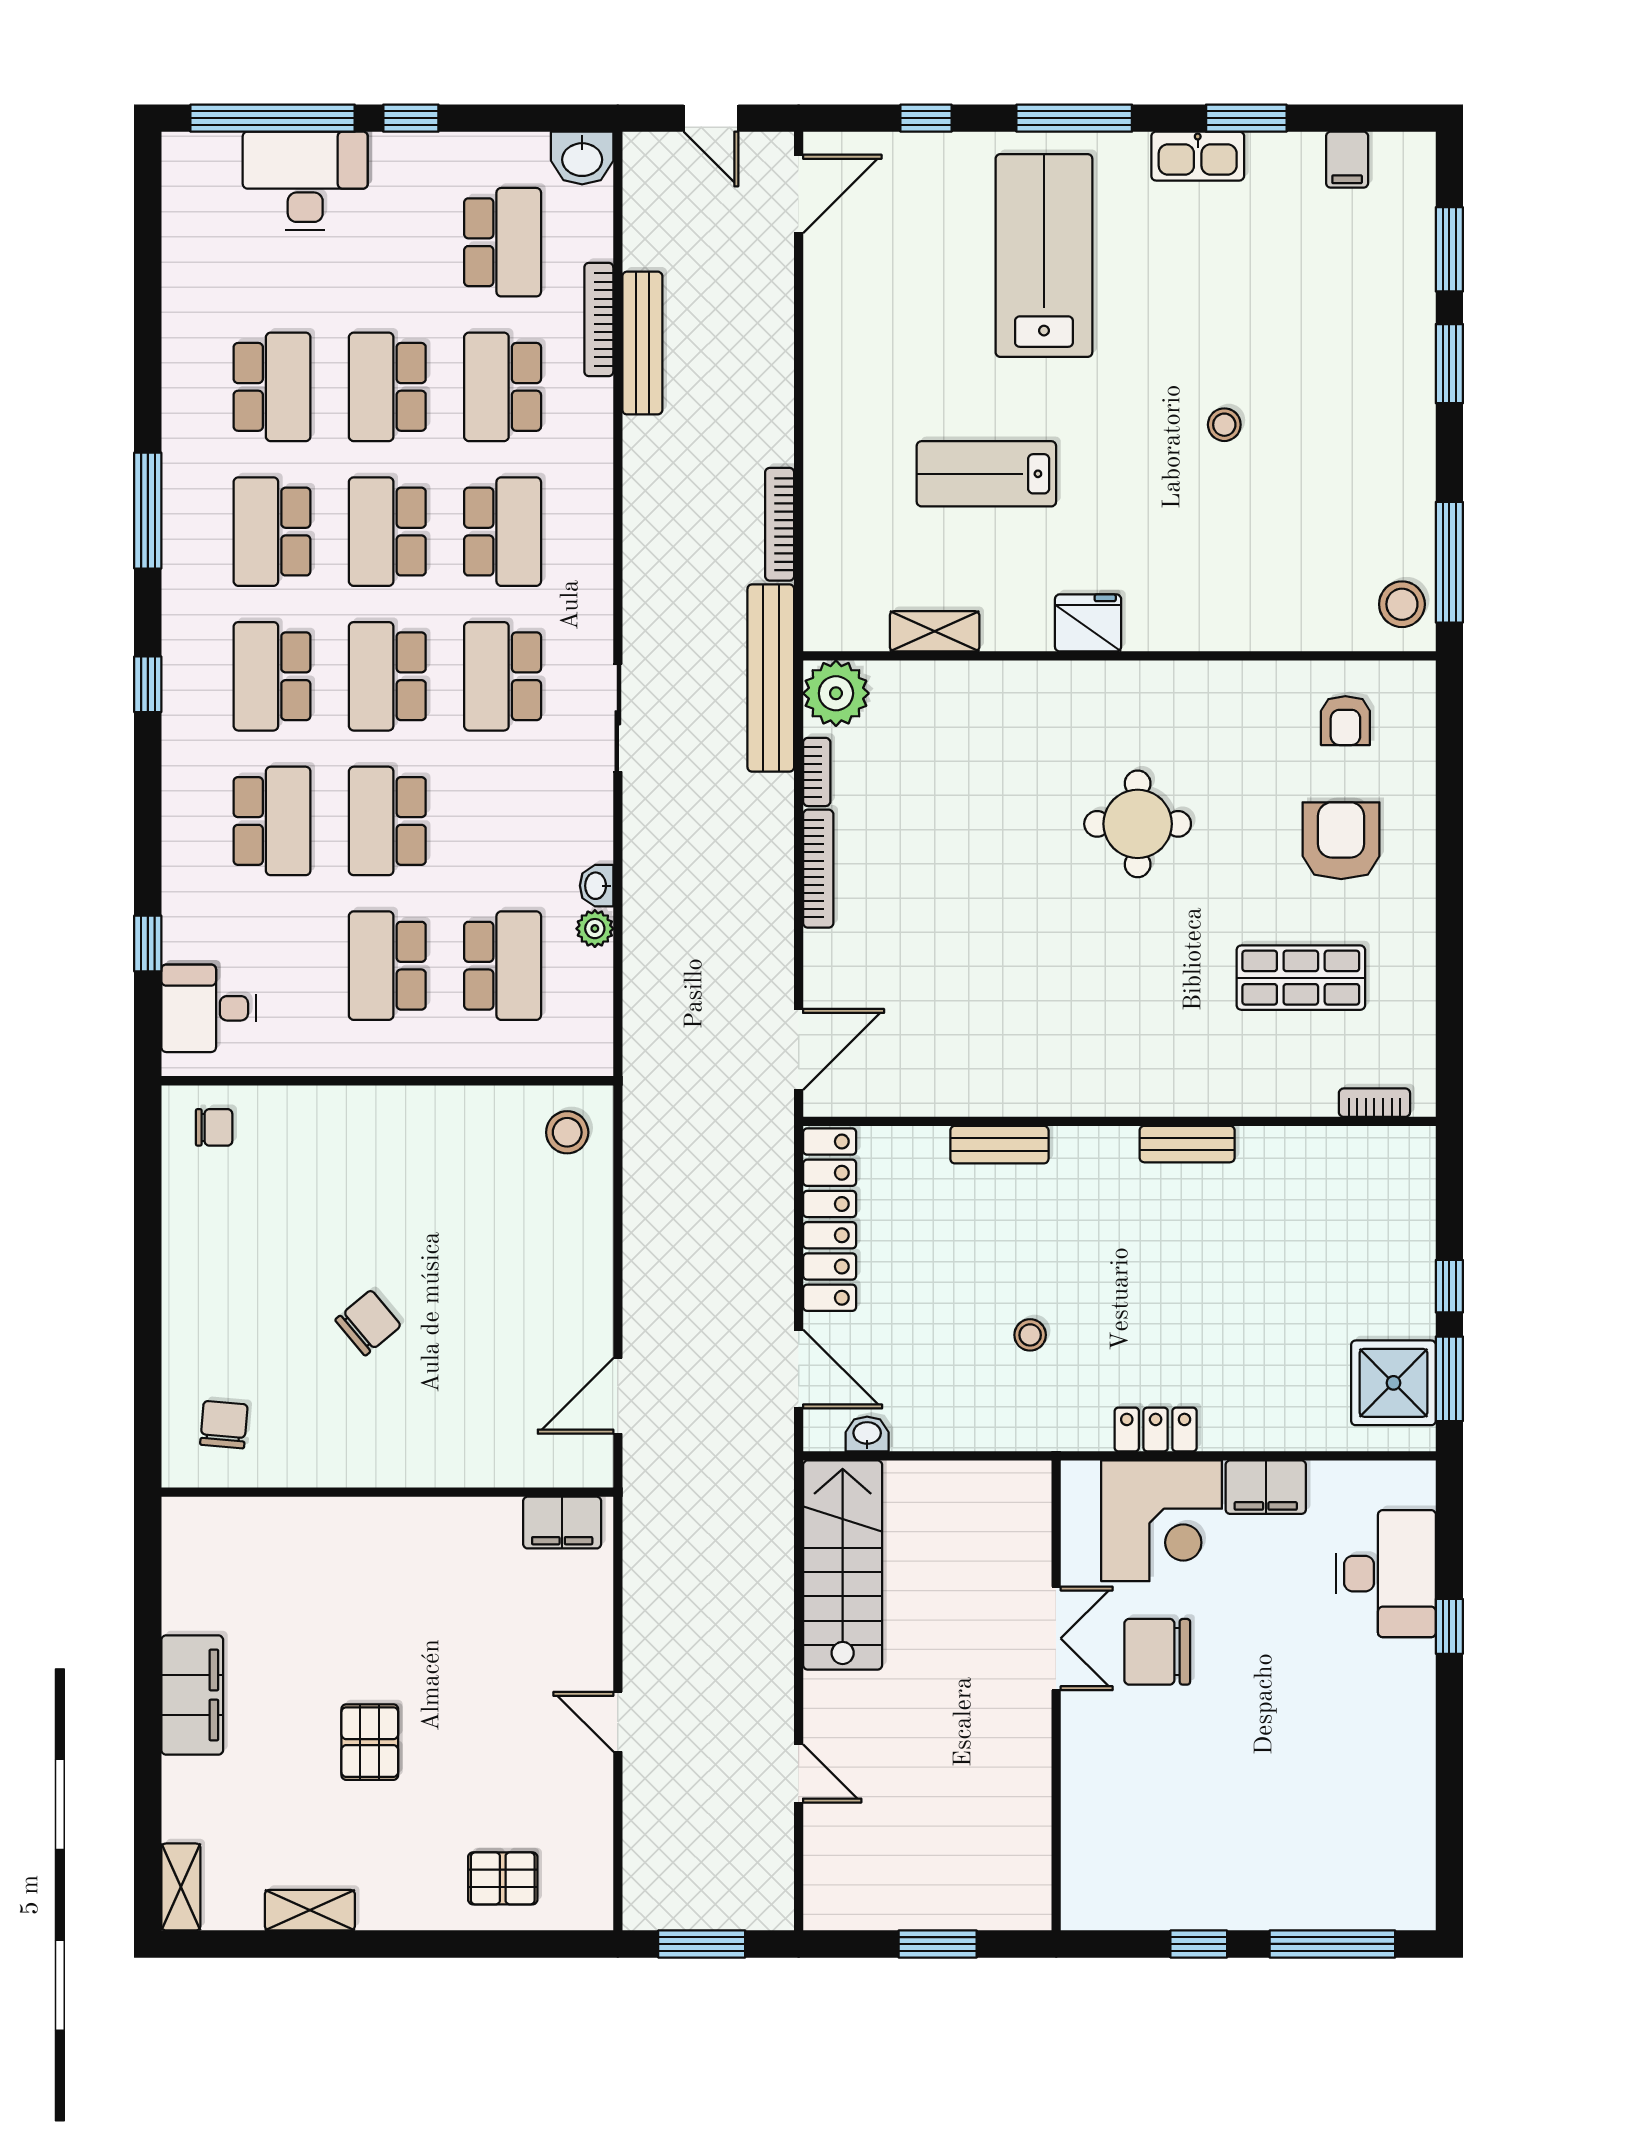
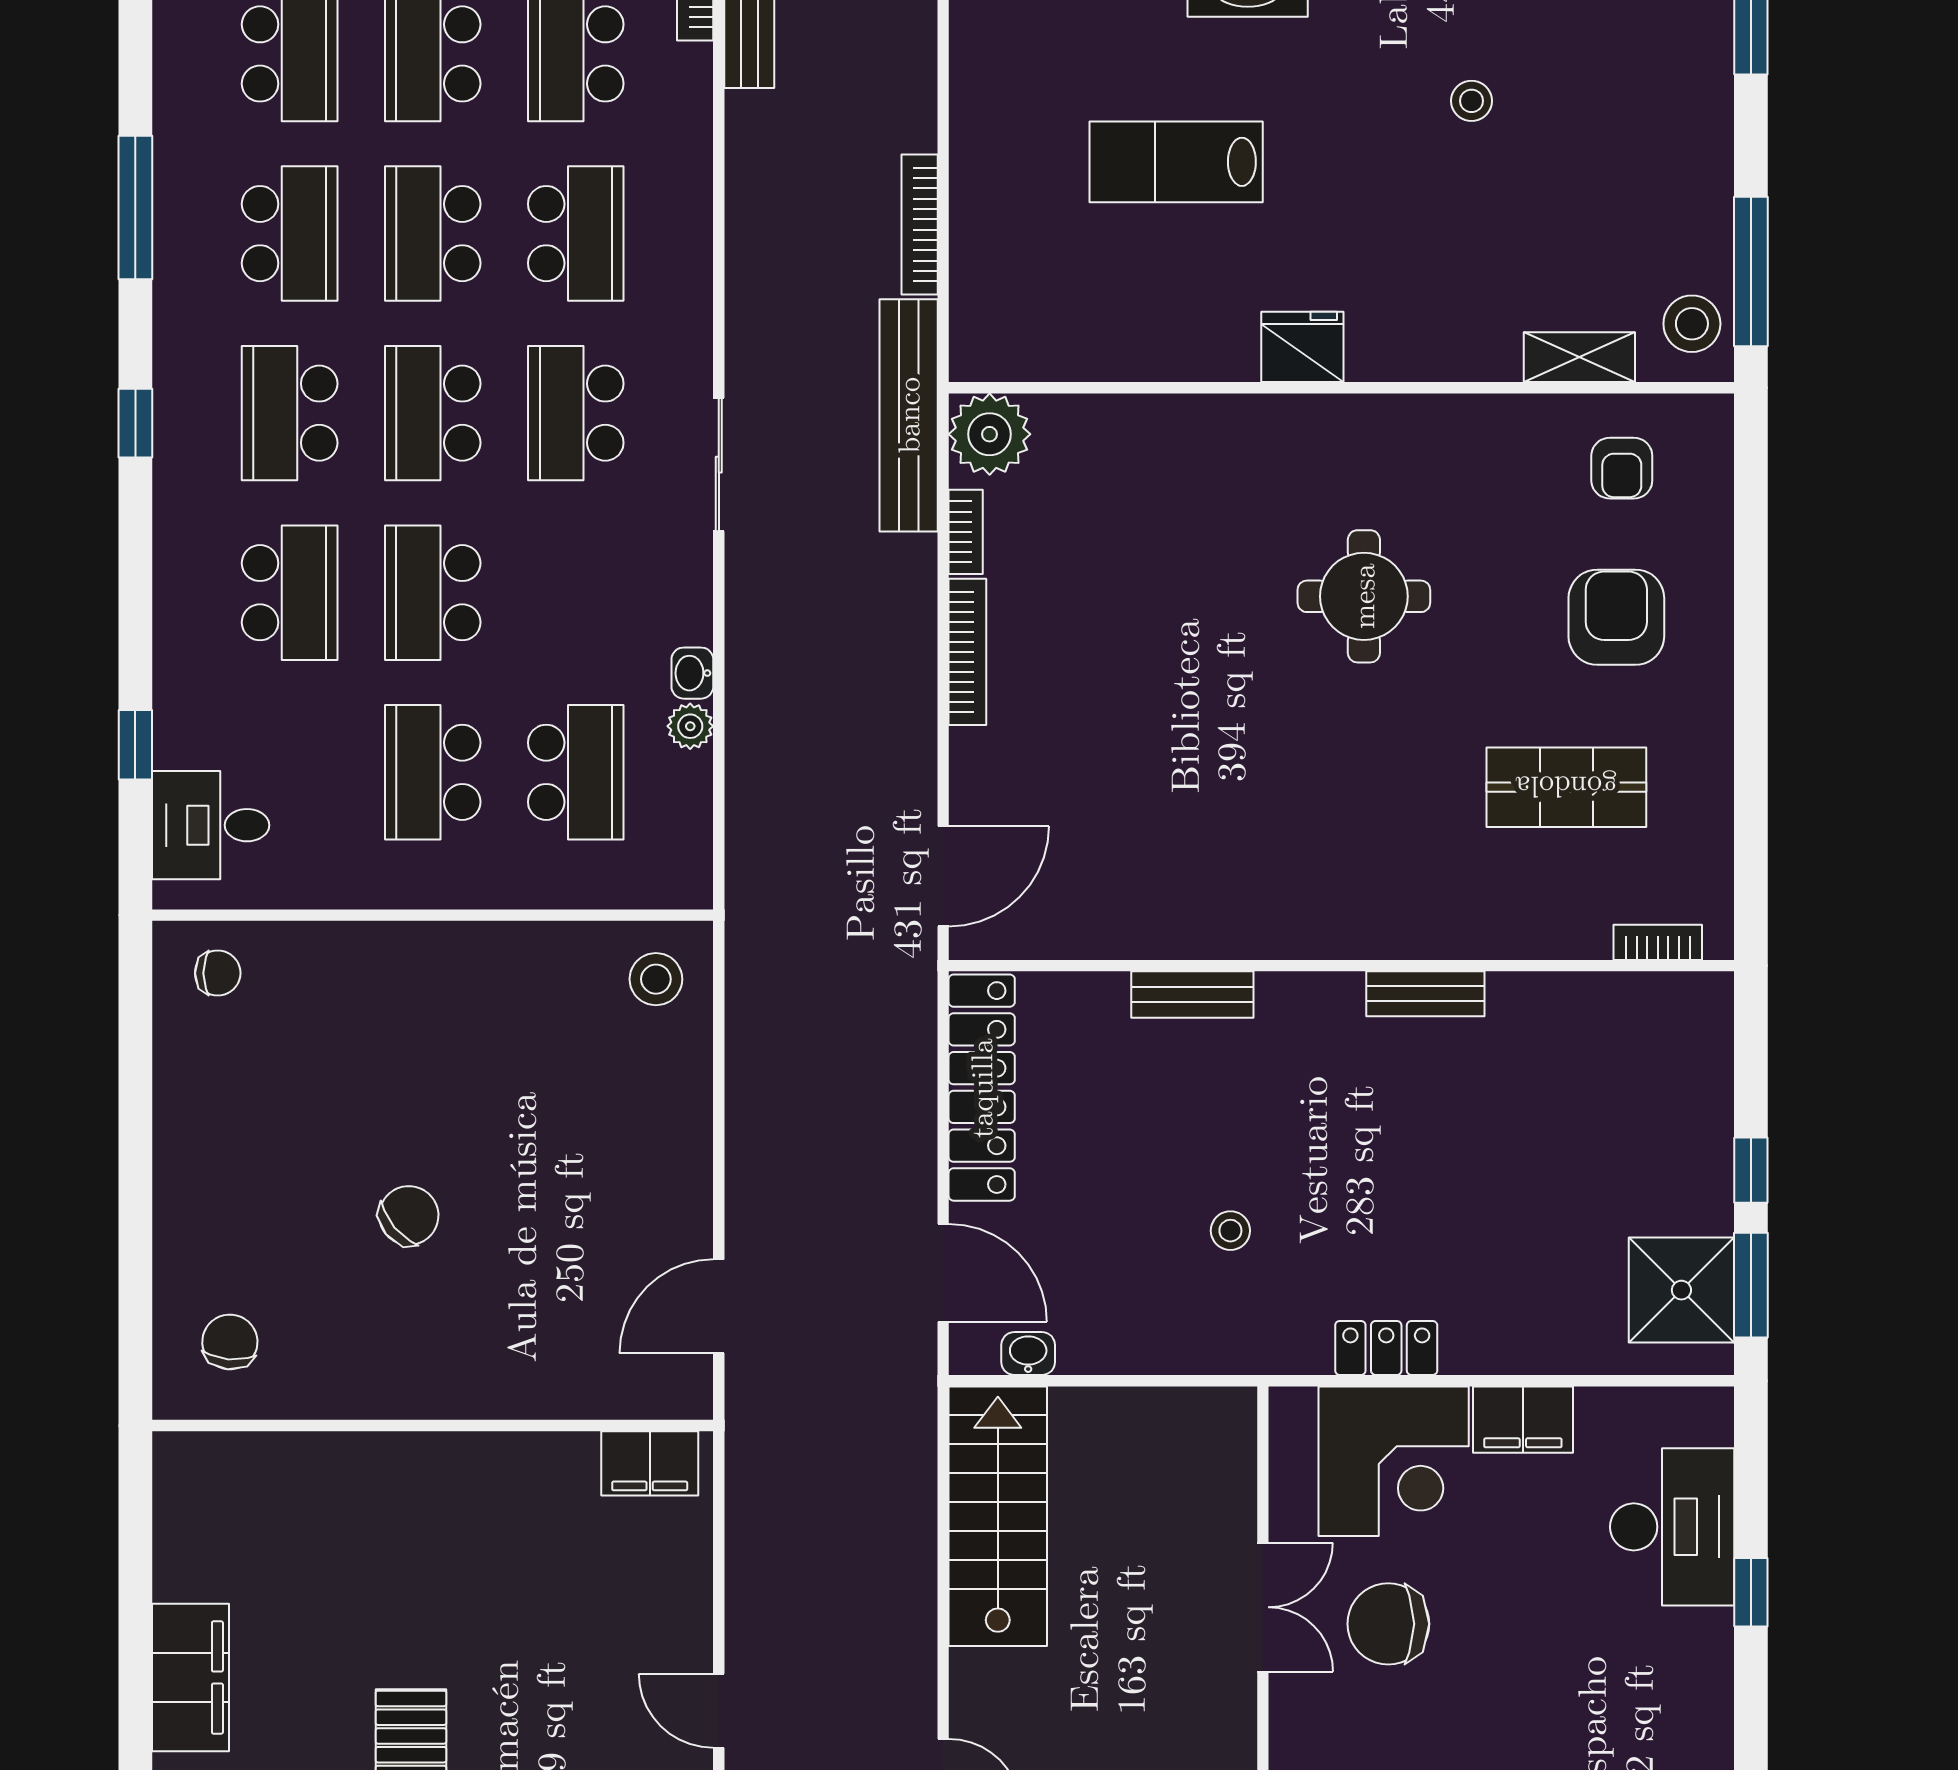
school desk: (272, 532) -> (290, 234), turned 180
shelving: (935, 631) -> (1579, 357), moved

